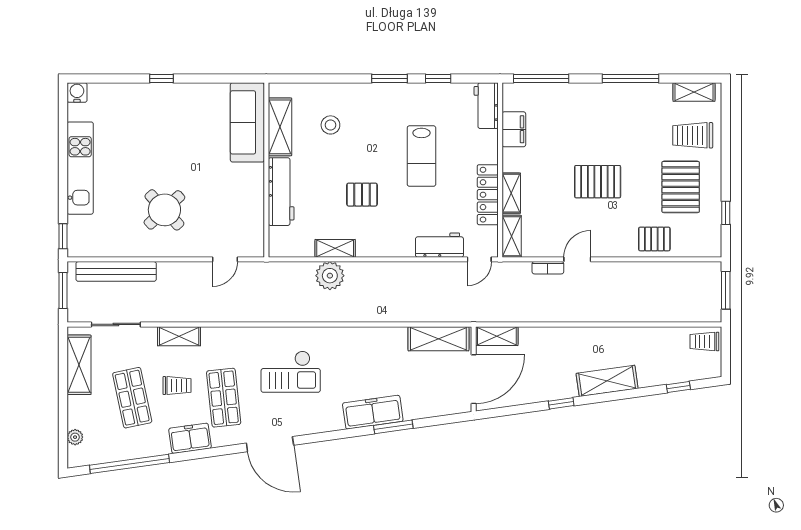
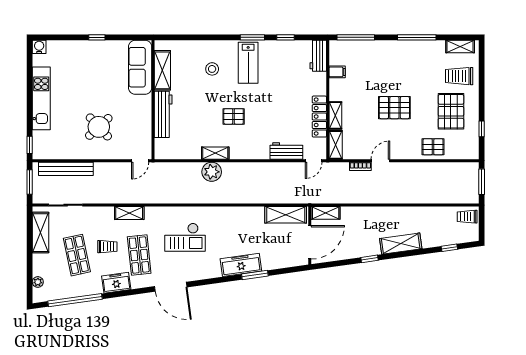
sofa: (247, 122) -> (140, 67), moved
shelving: (280, 127) -> (162, 70), moved
filing cabinet: (514, 129) -> (337, 72), width x0.50
lab bench: (421, 156) -> (248, 63), moved
wall: (266, 170) -> (153, 100), moved
workbench: (281, 192) -> (163, 114), moved
shelving: (179, 336) -> (129, 213), moved

